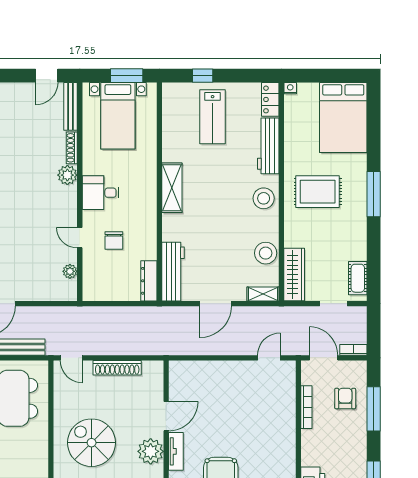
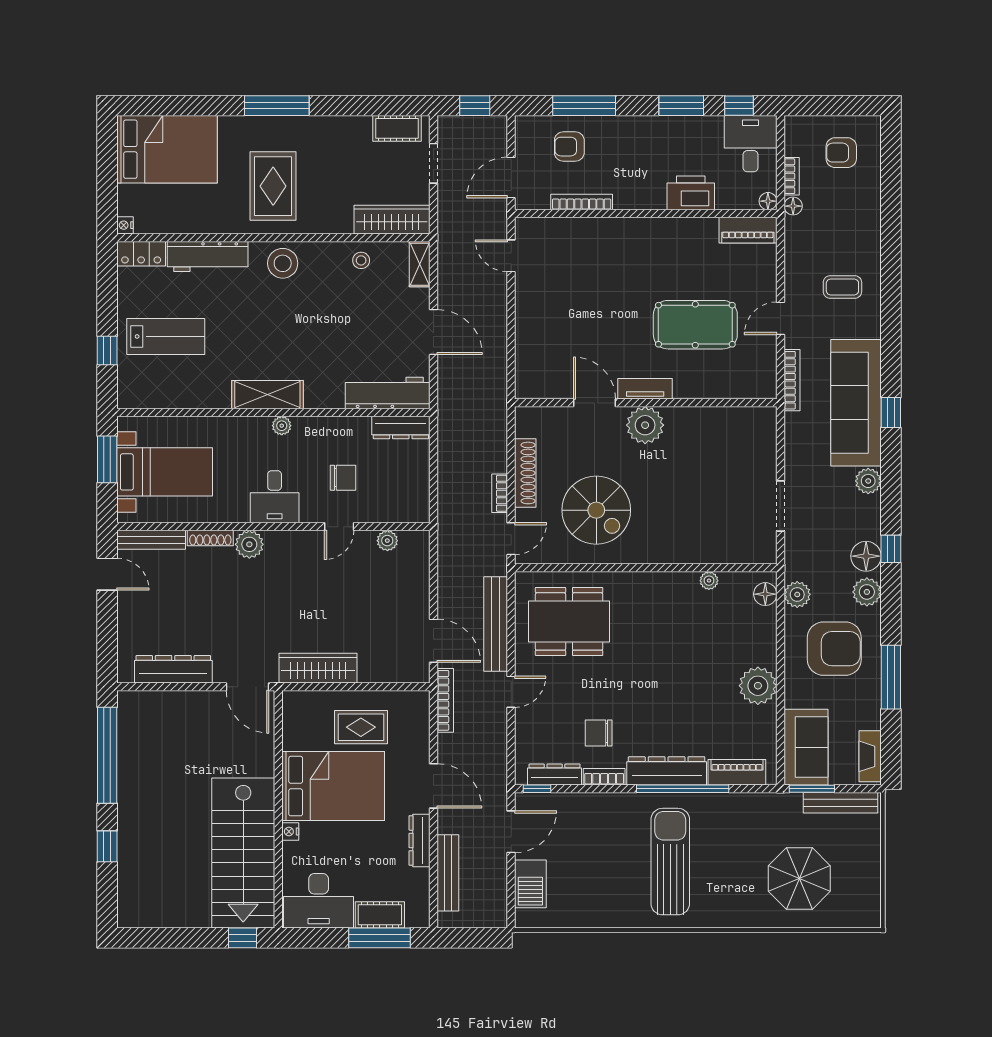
plant: (150, 198) -> (282, 426), added
stool: (266, 253) -> (361, 260), width x0.53, depth x0.53
window: (374, 332) -> (475, 106), added
bookcase: (353, 350) -> (500, 493), moved
spiral stairs: (92, 443) -> (596, 510), moved, turned -90

